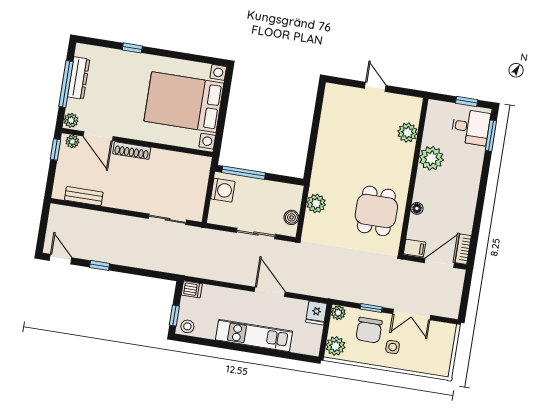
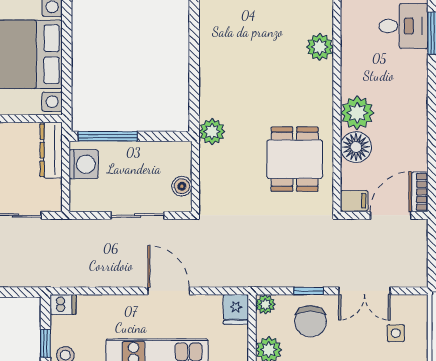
plant: (431, 158) -> (357, 113), moved
dresser: (201, 176) -> (51, 150), added
plant: (316, 203) -> (212, 132), moved
floor lamp: (417, 208) -> (356, 147), width x1.89, depth x1.89
side table: (393, 347) -> (396, 333), moved

